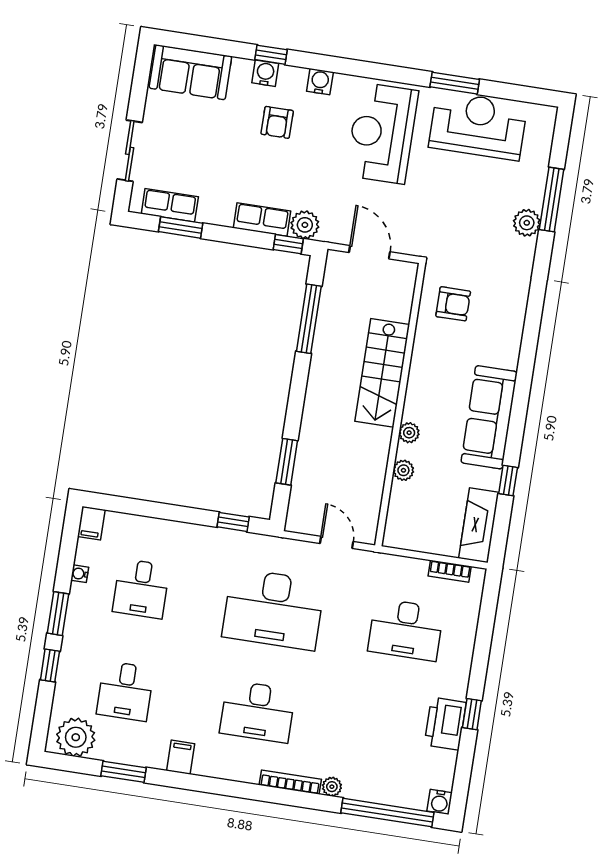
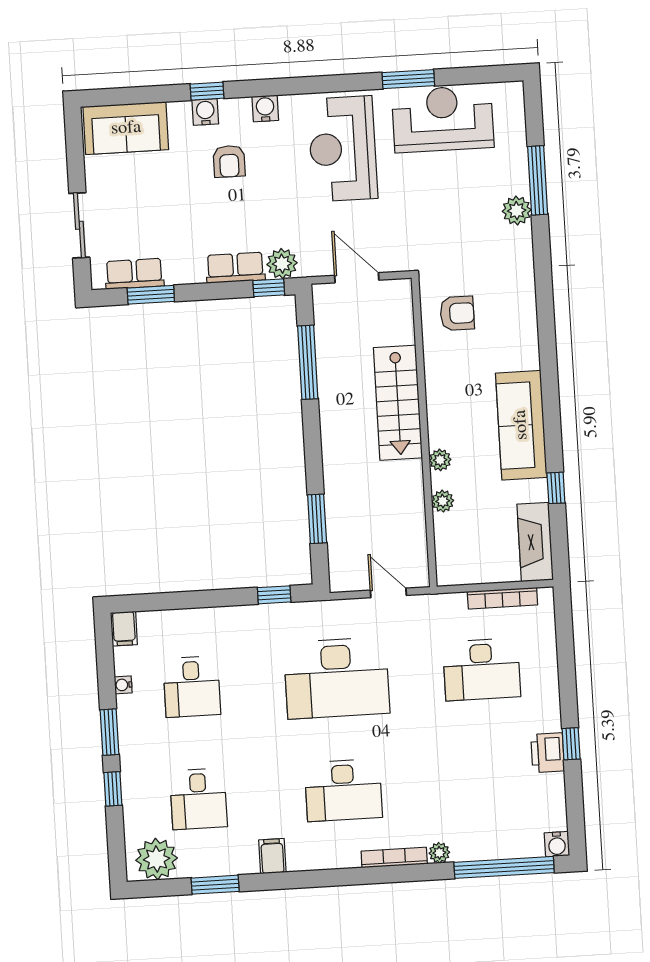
bookcase: (450, 571) -> (502, 598), width x1.56
printer: (445, 724) -> (548, 753), width x0.73, depth x0.84

